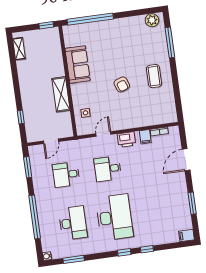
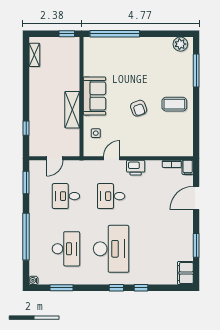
sofa: (78, 64) -> (94, 96), moved
coffee table: (154, 76) -> (174, 104), turned 90
filing cabinet: (145, 137) -> (188, 167), moved
filing cabinet: (186, 235) -> (185, 273), width x2.00

